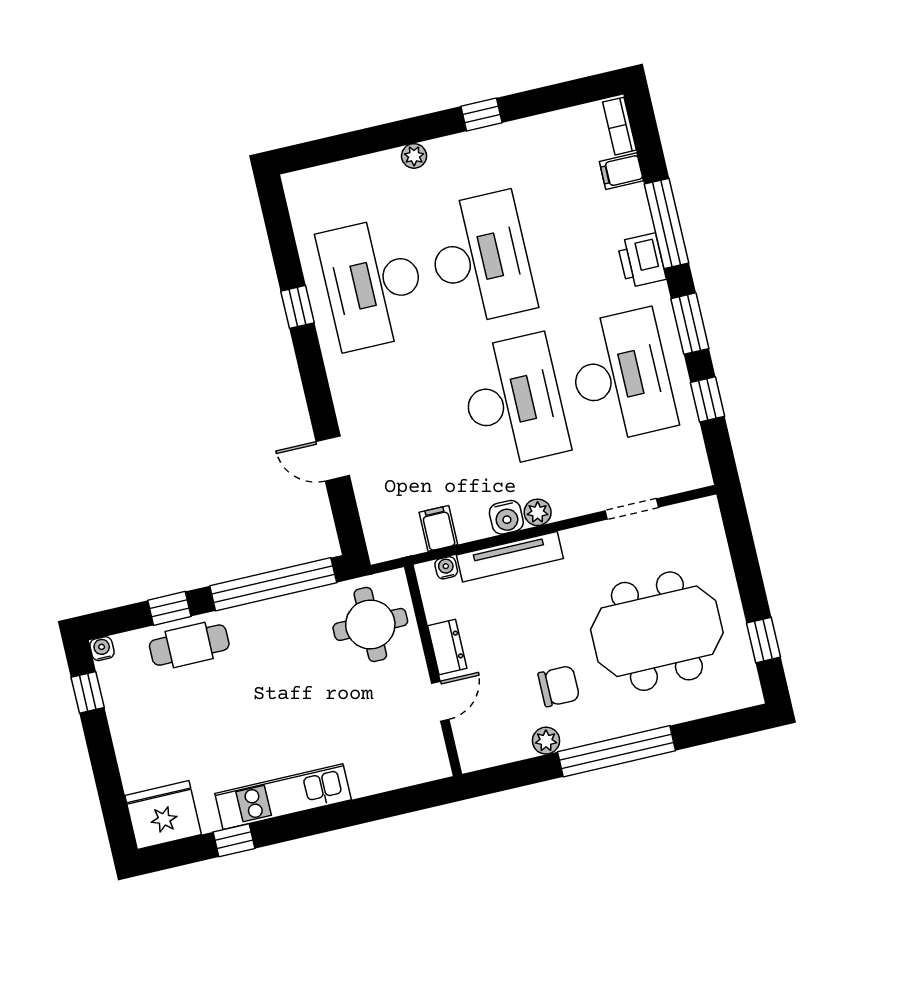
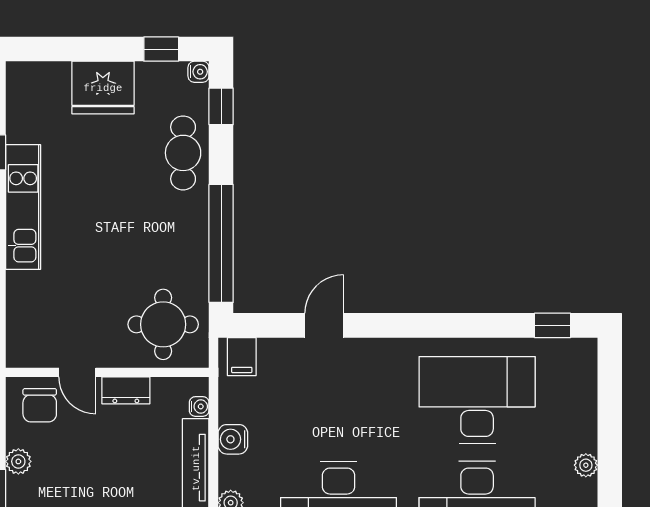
window: (298, 307) -> (553, 325), moved
water cooler: (506, 517) -> (233, 439), moved
filing cabinet: (438, 528) -> (242, 357), moved, turned 90
window: (169, 608) -> (221, 106), moved
chair: (559, 686) -> (40, 405), moved
fridge: (163, 815) -> (103, 88), moved, turned 90

